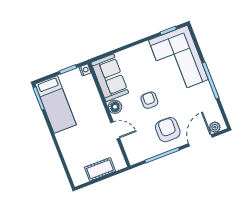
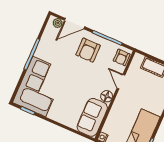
armchair: (149, 100) -> (122, 57), moved

